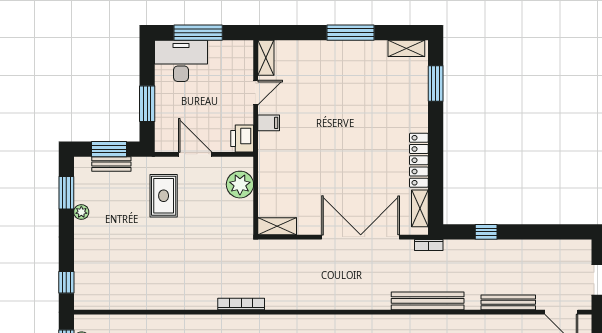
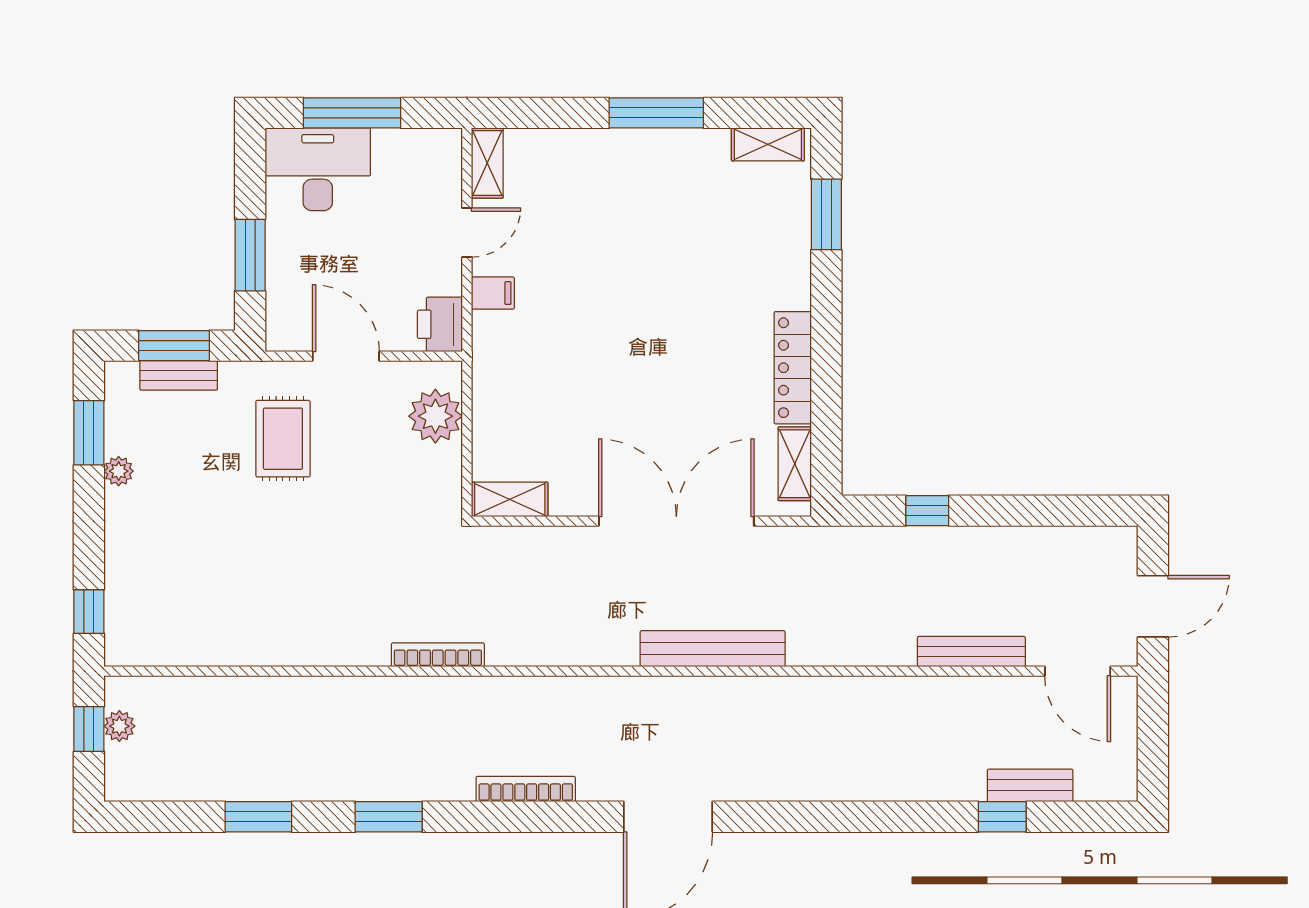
bookcase: (429, 245) -> (813, 537), removed
bench: (428, 301) -> (713, 649), moved

